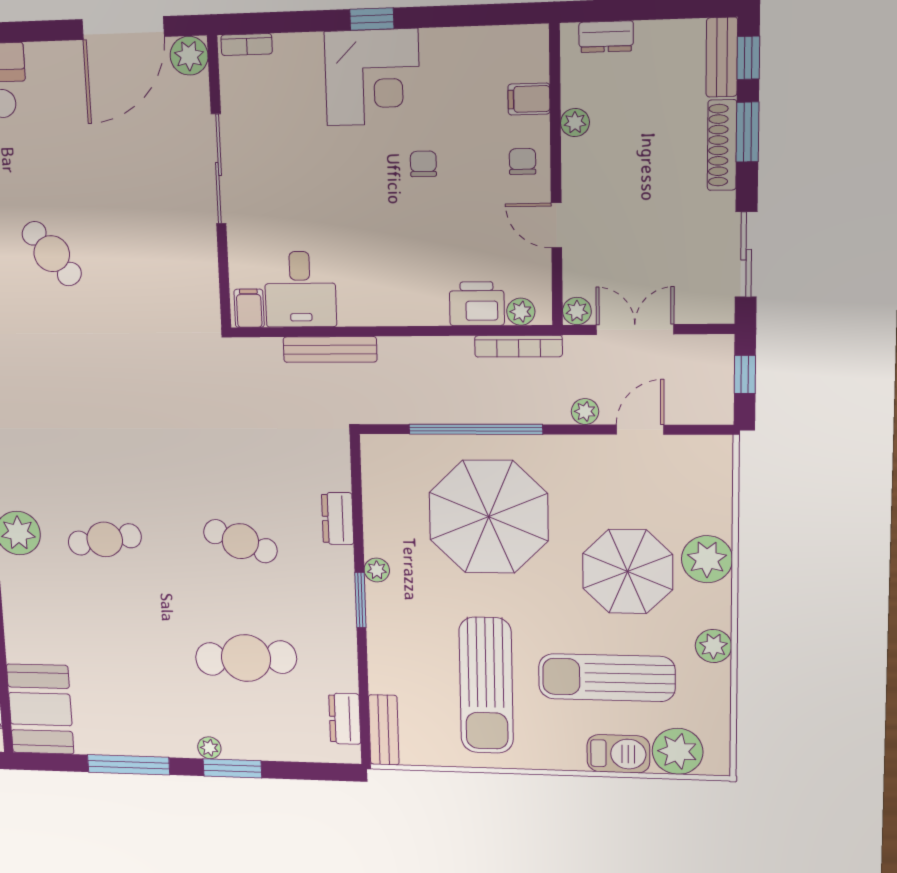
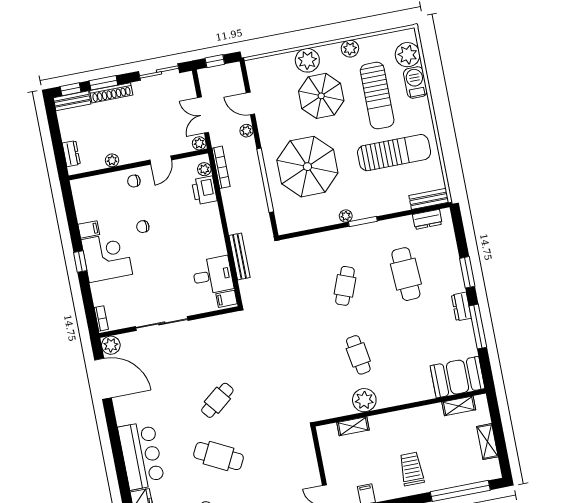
filing cabinet: (529, 99) -> (89, 229), moved, turned -90
dresser: (338, 519) -> (461, 307), moved, turned 90
plant: (209, 748) -> (459, 286), removed

